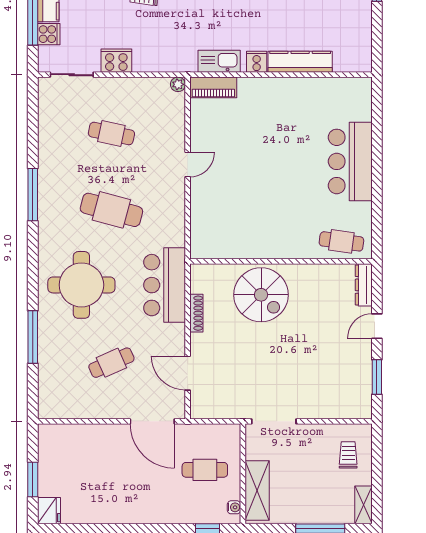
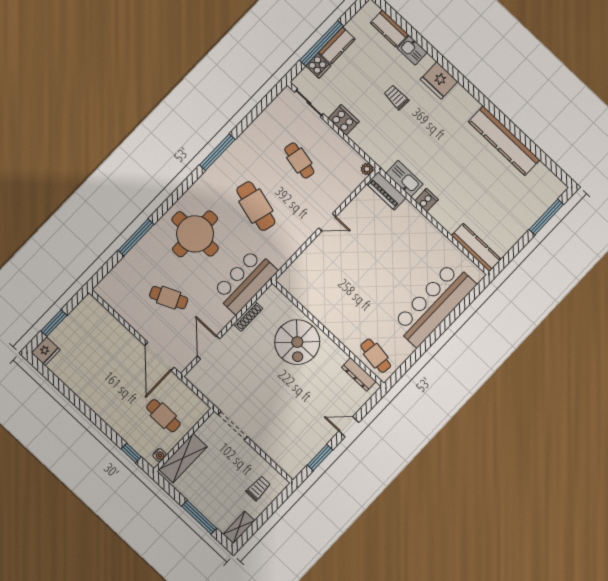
kitchen counter: (300, 62) -> (476, 247), moved
bar counter: (350, 161) -> (434, 304), width x1.36
dresser: (364, 285) -> (359, 374), moved, turned -90

